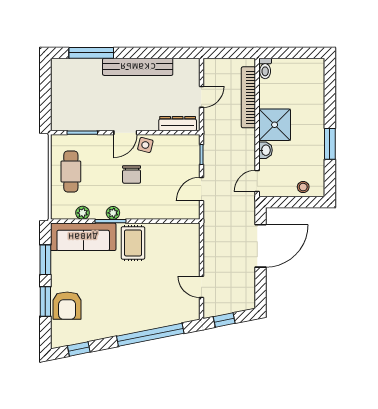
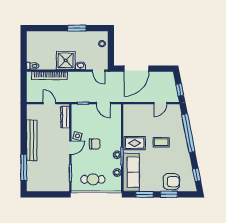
door: (125, 133) -> (70, 148), hinge flipped
door: (261, 246) -> (136, 69), swing flipped
coffee table: (134, 289) -> (161, 142), added

